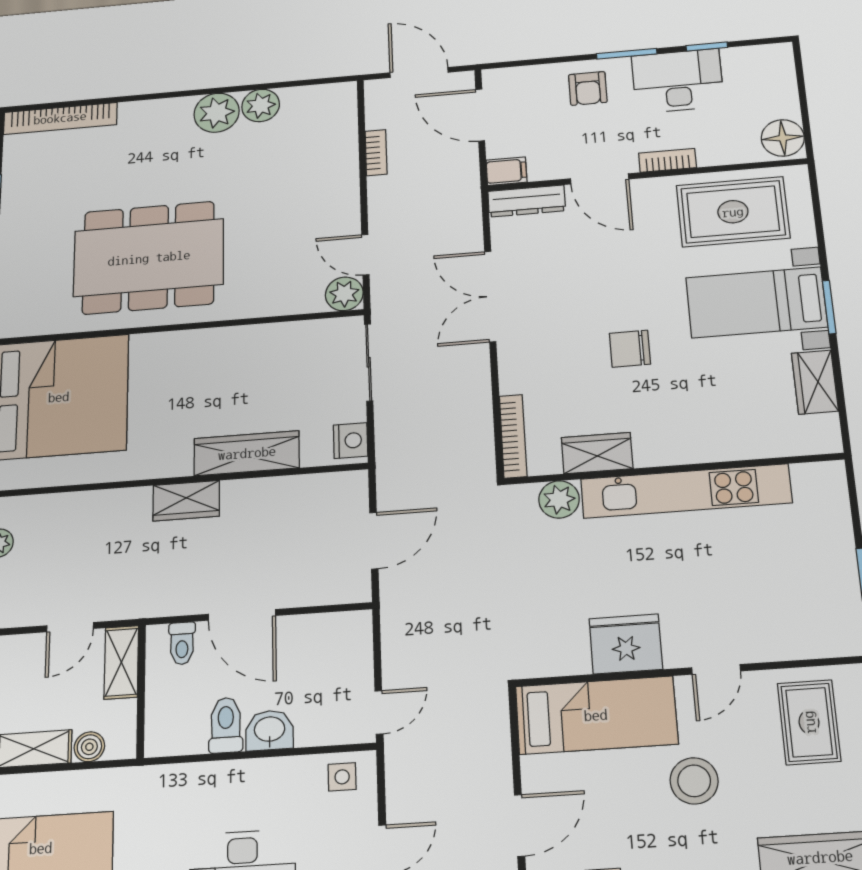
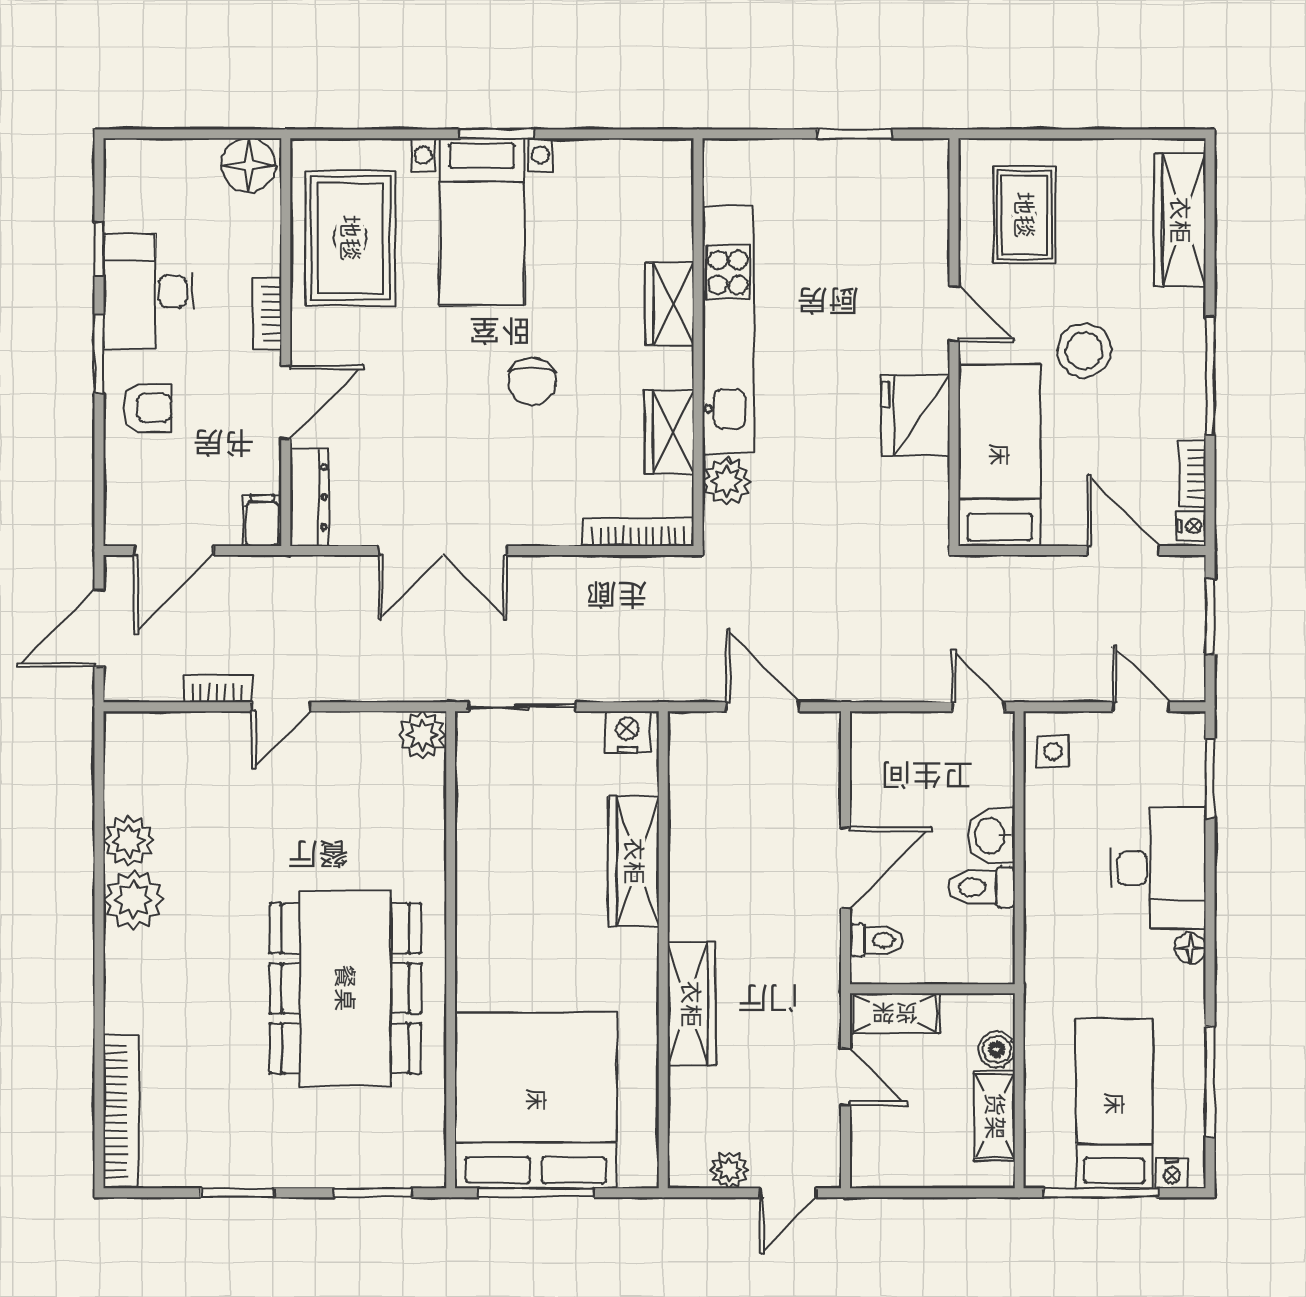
door: (365, 255) -> (281, 707), moved
wardrobe: (815, 382) -> (670, 304), moved, turned 90
wardrobe: (186, 501) -> (691, 1004), moved, width x1.50
rug: (809, 722) -> (1024, 215), turned 90

